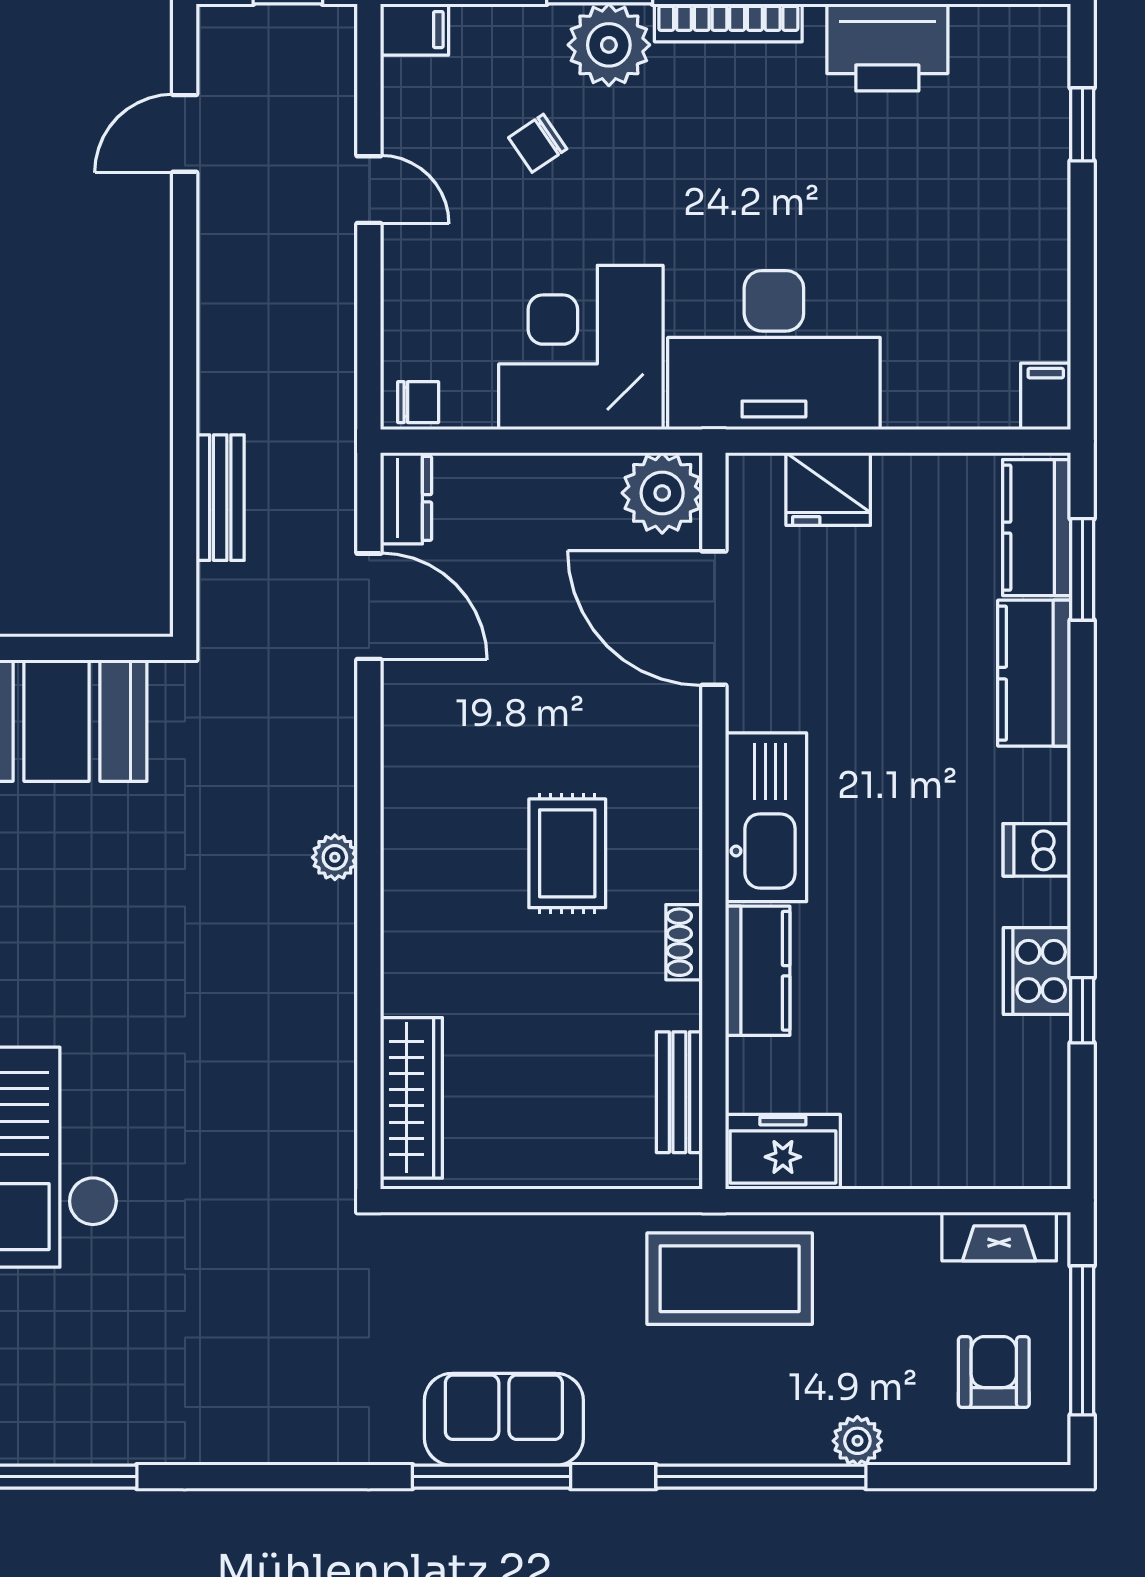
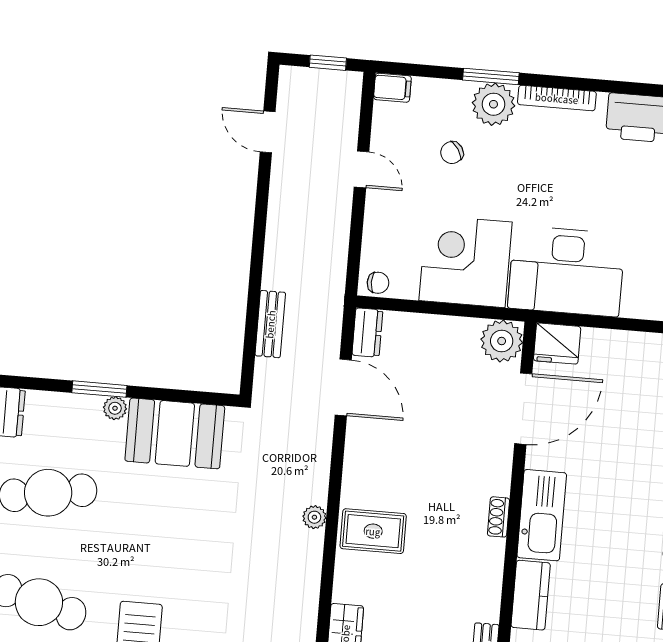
door: (185, 133) -> (268, 132), hinge flipped
fridge: (828, 489) -> (557, 344), moved
door: (714, 618) -> (523, 409), swing flipped
rug: (567, 853) -> (373, 531), moved, turned 90
shoe rack: (684, 942) -> (498, 517), moved

